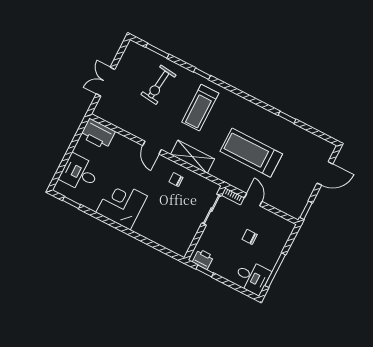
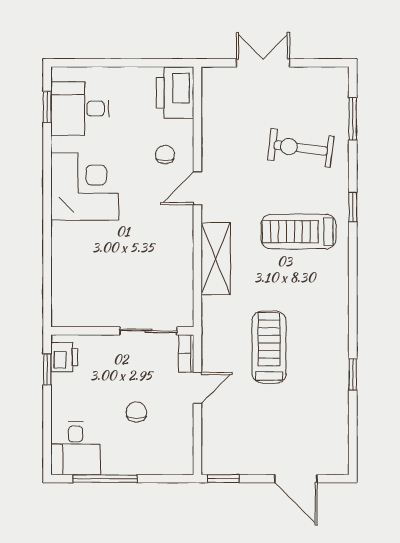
treadmill: (251, 153) -> (269, 347), width x0.73, depth x0.73
desk: (80, 173) -> (80, 109), moved, turned -90
chair: (176, 180) -> (165, 155), moved

